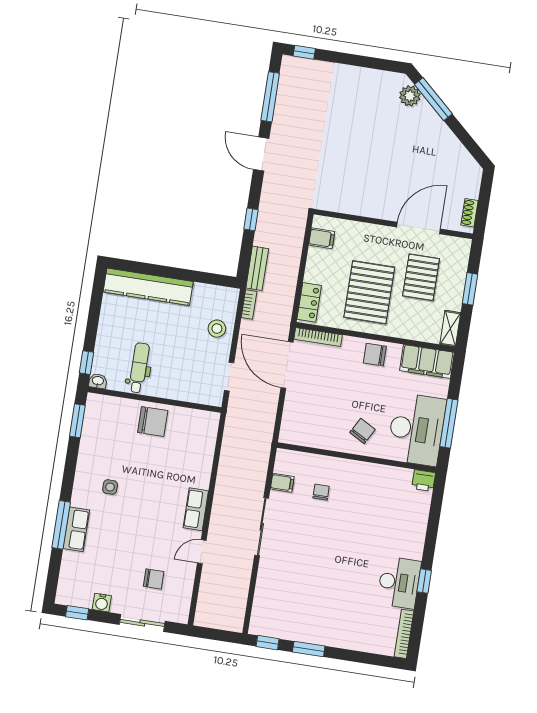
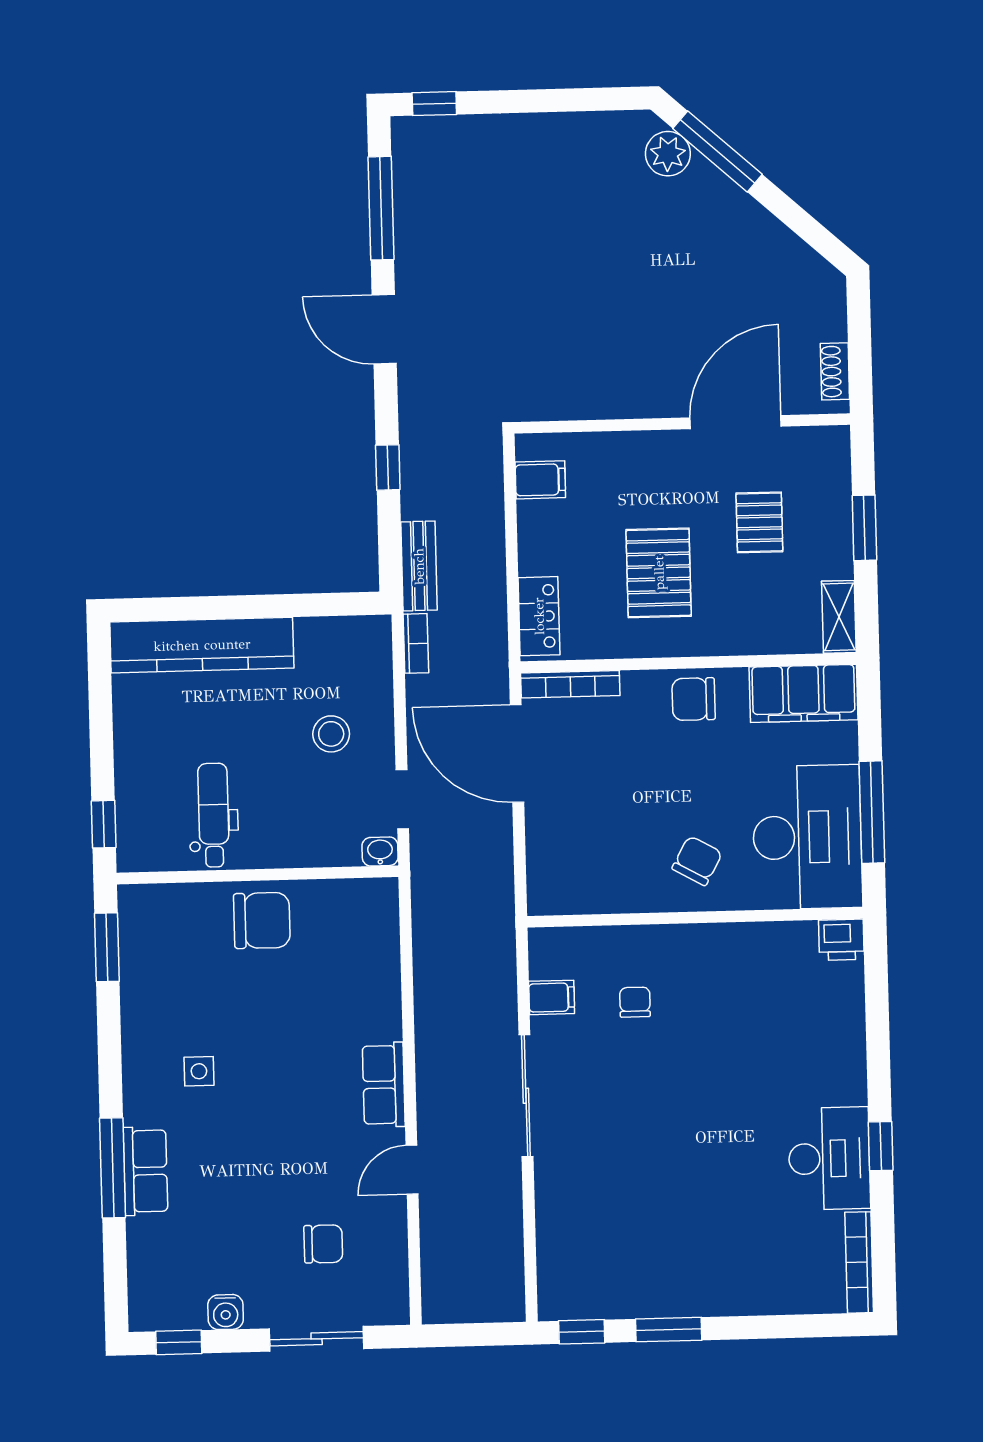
pallet: (421, 277) -> (759, 522), width x0.67, depth x0.71
pallet: (369, 292) -> (659, 573), width x0.73, depth x0.71
stool: (217, 329) -> (331, 734), moved
washbasin: (98, 381) -> (380, 851), moved

